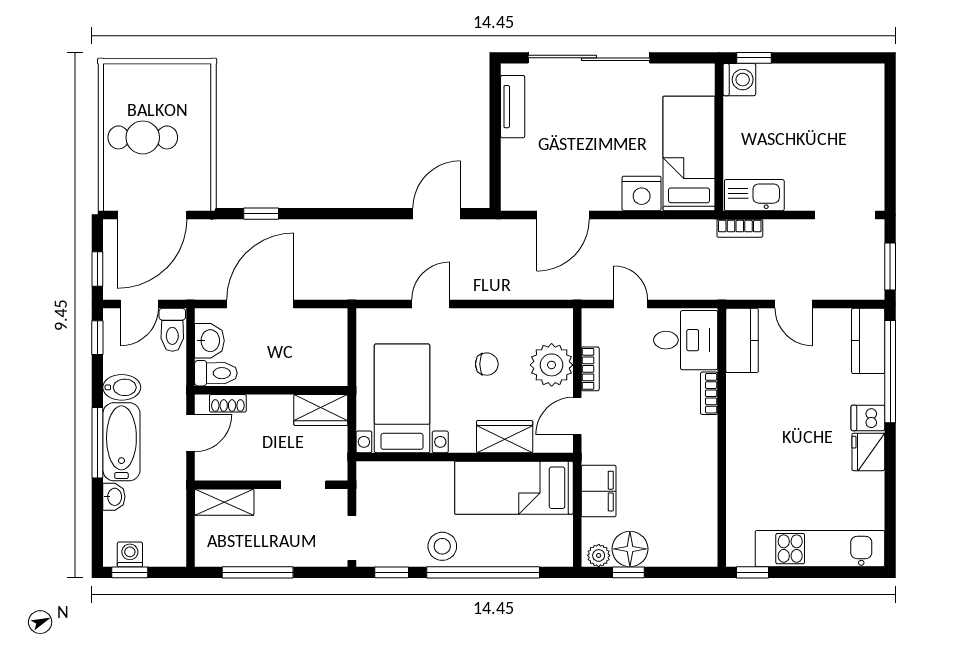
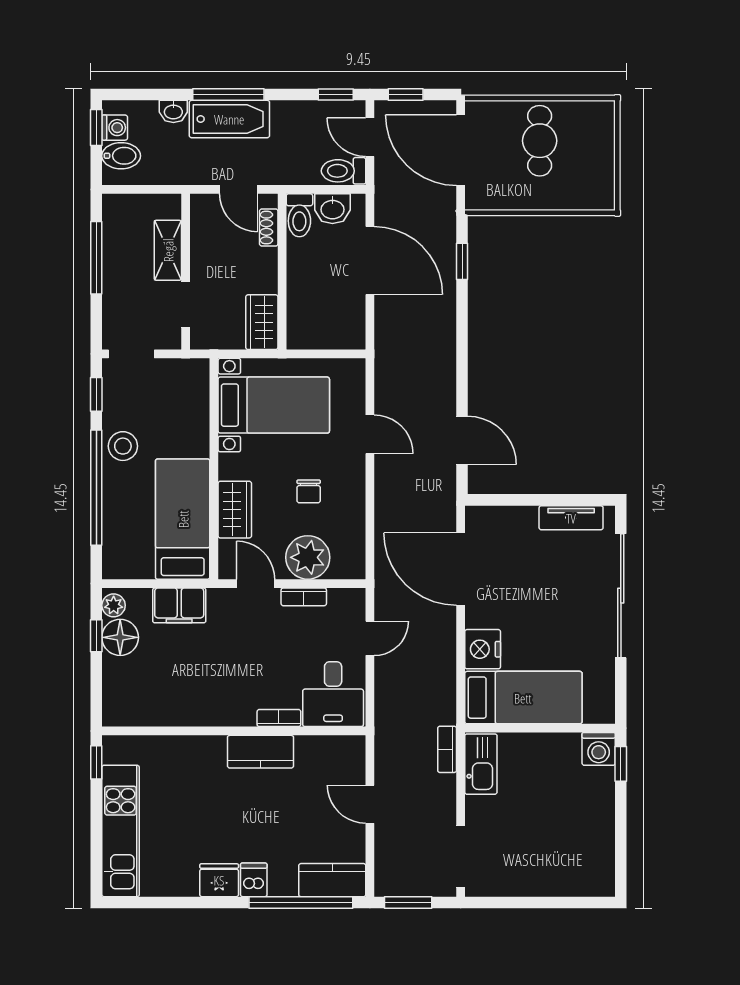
door: (563, 215) -> (461, 569), width x1.36
door: (794, 304) -> (370, 804), hinge flipped
kitchen counter: (742, 340) -> (261, 752), moved
bidet: (122, 387) -> (121, 156), moved, turned -90
shelving: (224, 502) -> (168, 250), moved

